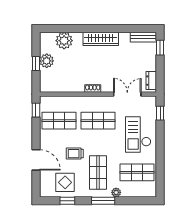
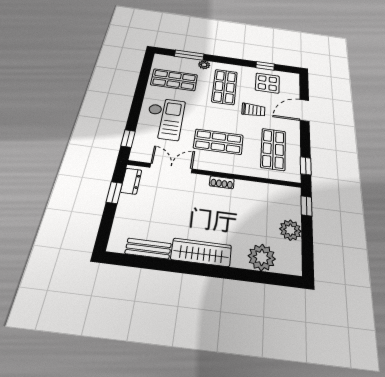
bench: (143, 37) -> (148, 249), moved
window: (160, 48) -> (114, 193), moved
window: (36, 64) -> (307, 206), moved
double door: (127, 94) -> (171, 168), swing flipped
shop shelf: (59, 121) -> (273, 149), turned 90
door: (36, 160) -> (304, 110), hinge flipped
window: (103, 201) -> (189, 55), moved

